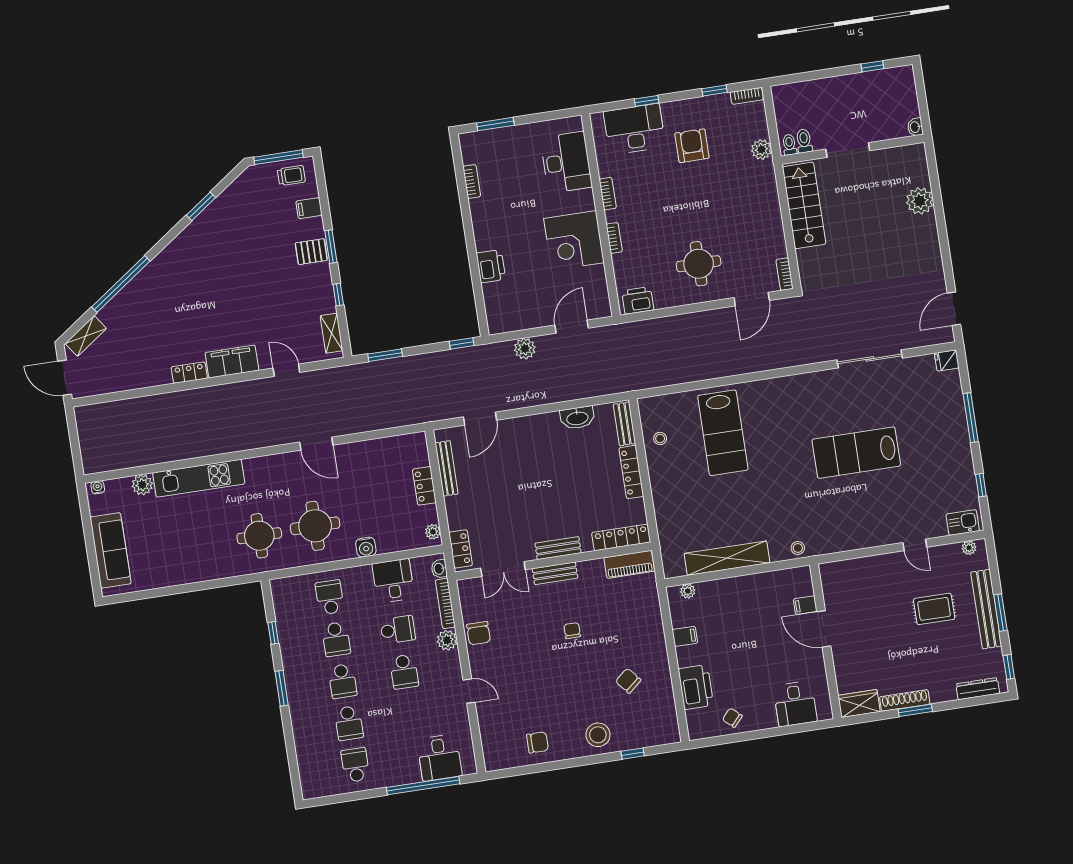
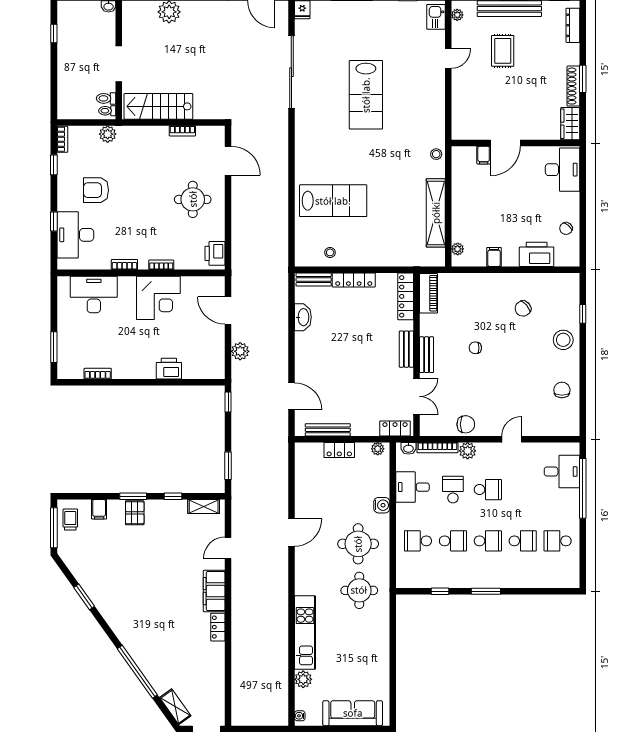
bookcase: (785, 274) -> (182, 131), moved
sliding door: (870, 359) -> (291, 72), width x1.36
desk: (795, 704) -> (562, 170), width x1.37

